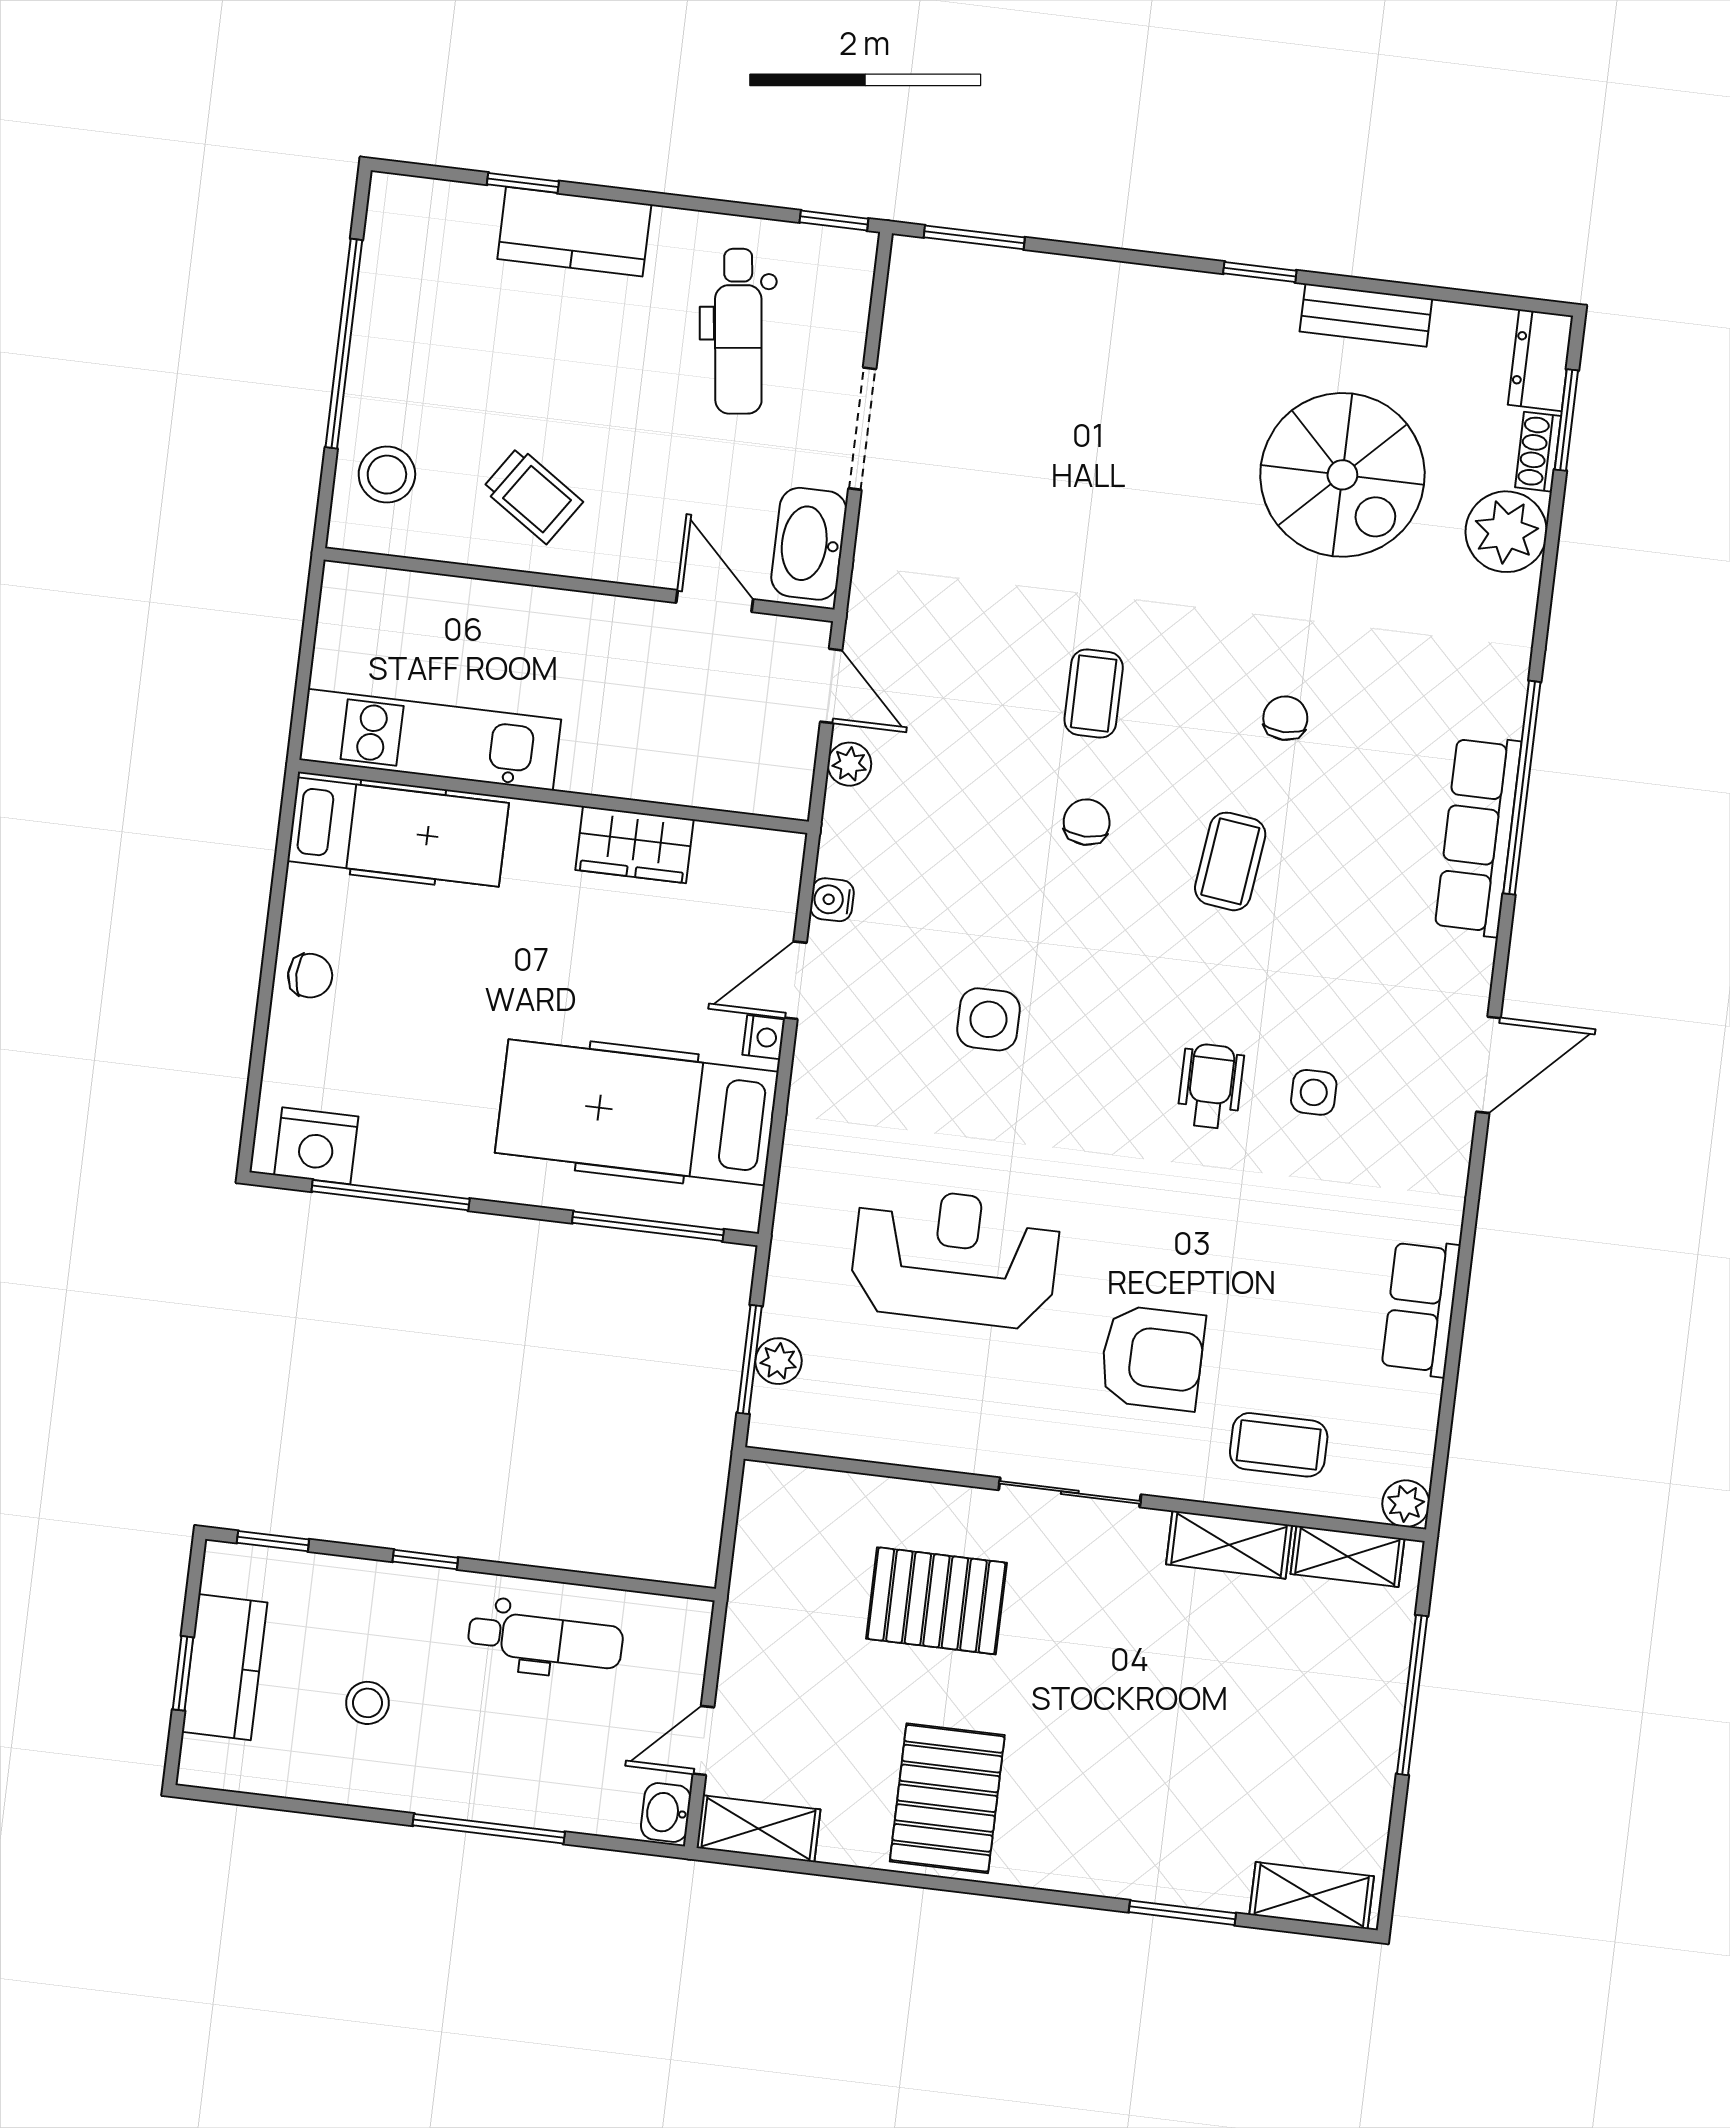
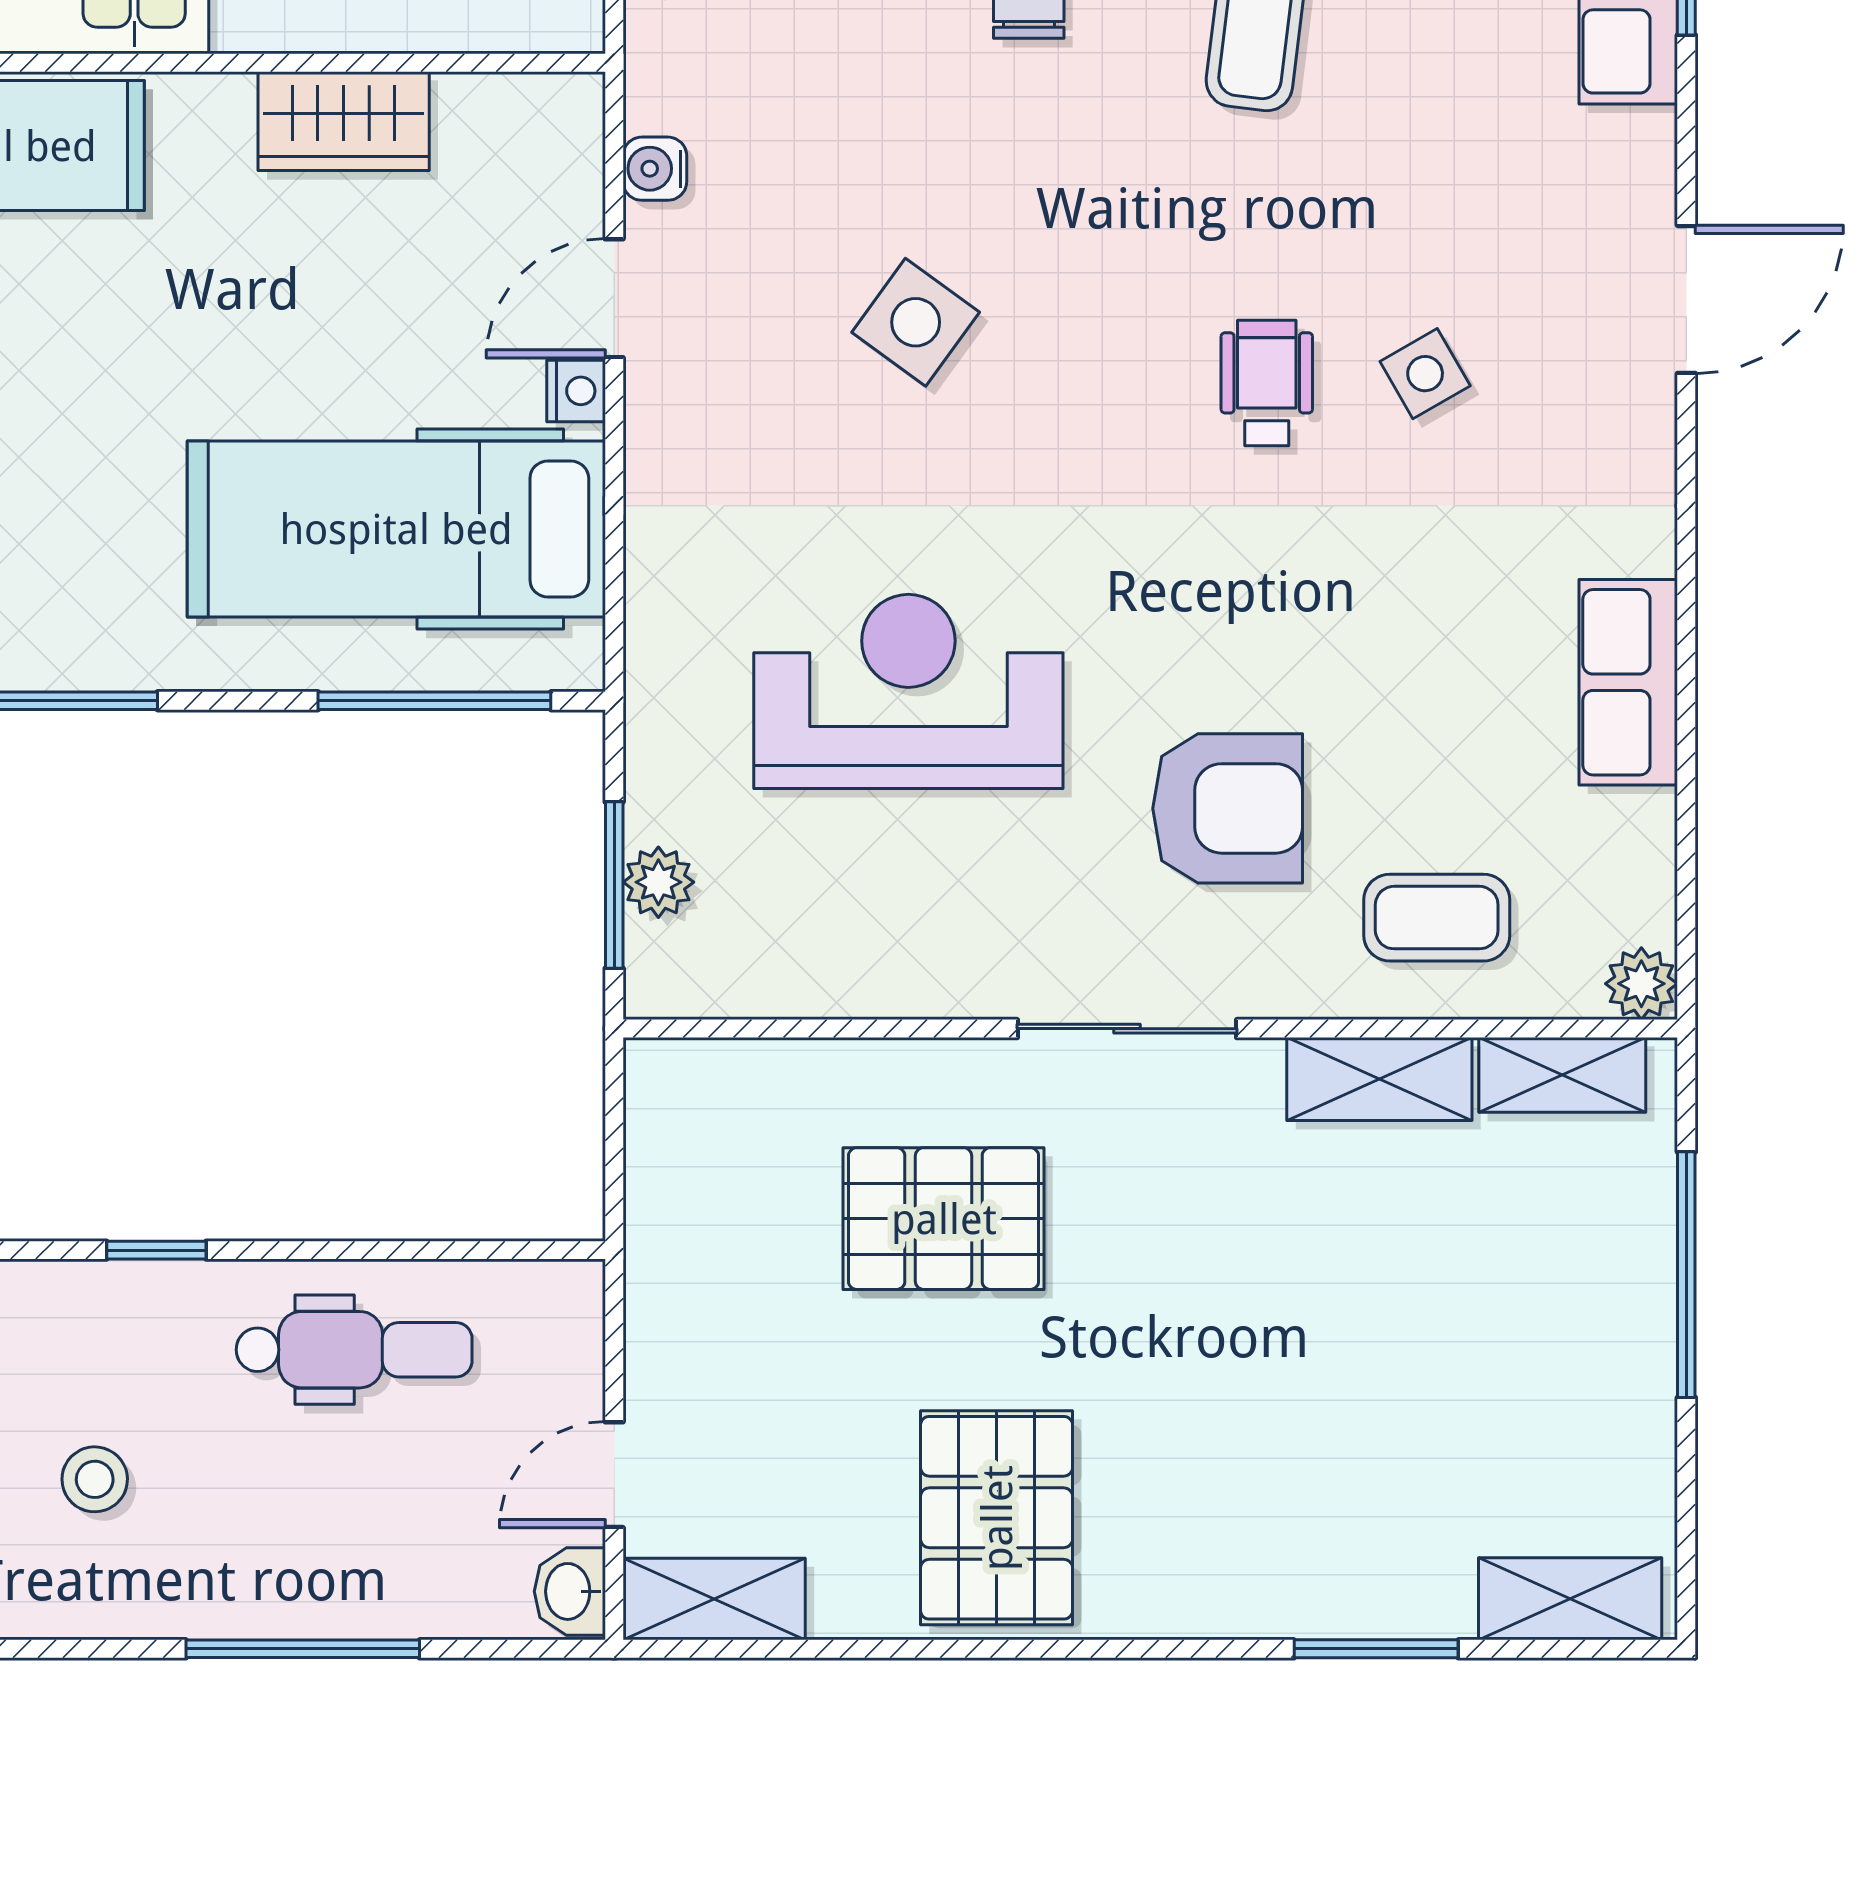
side table: (988, 1019) -> (916, 322), turned 36
side table: (1314, 1092) -> (1425, 374), turned -30

